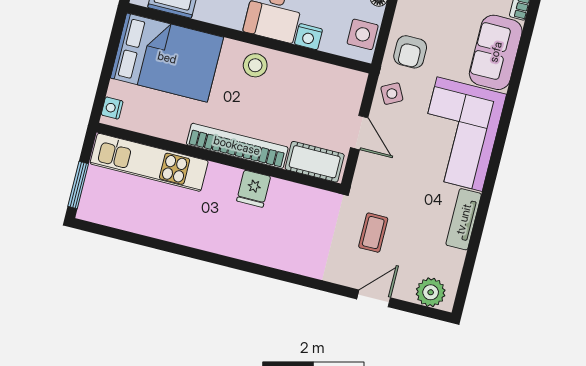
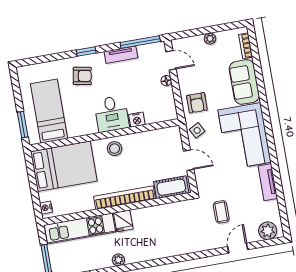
side table: (363, 34) -> (166, 105), removed
fridge: (254, 189) -> (123, 221), moved
plant: (186, 236) -> (118, 260), added

